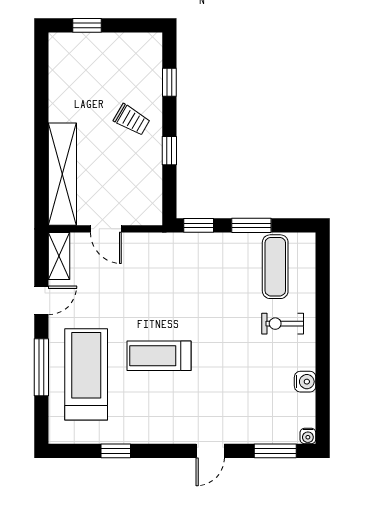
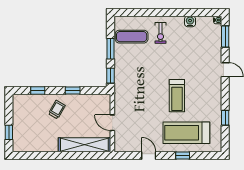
door: (106, 229) -> (112, 123), swing flipped
shelving: (59, 256) -> (126, 147), removed
window: (41, 367) -> (183, 156), width x0.46

